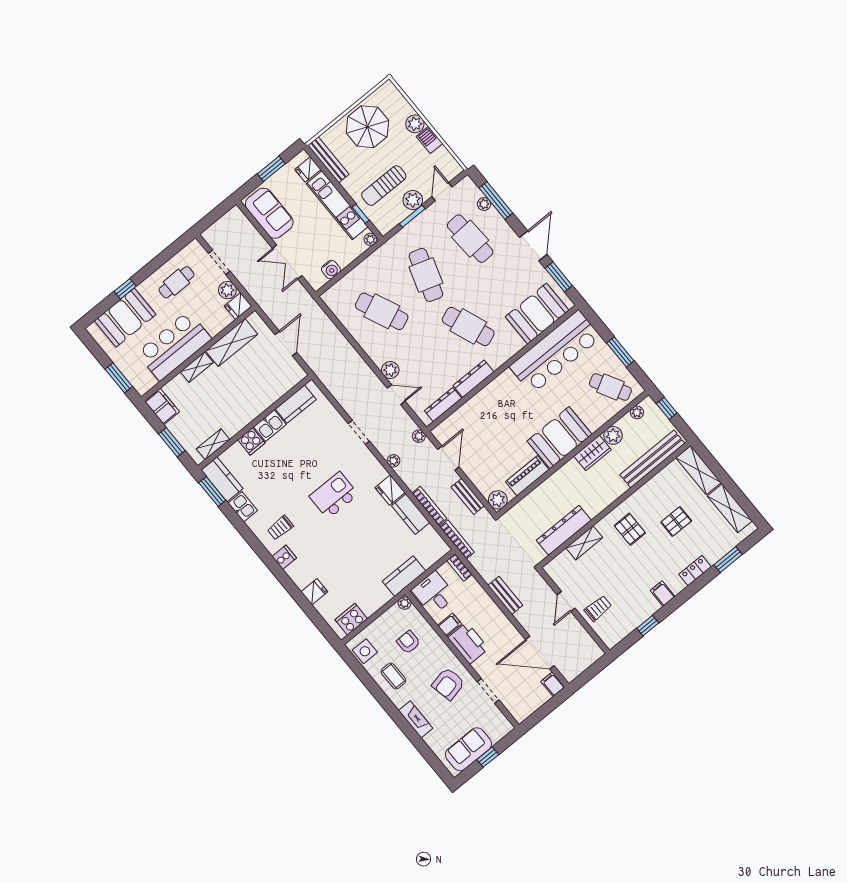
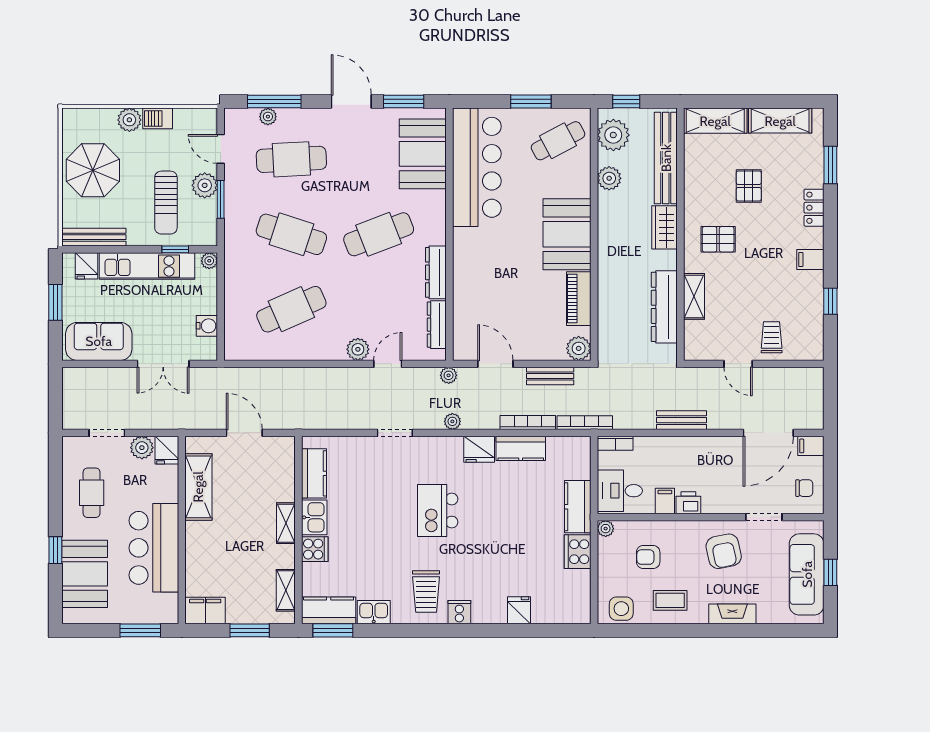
shelving: (197, 367) -> (286, 523), moved
plant: (637, 412) -> (613, 135), width x1.88, depth x1.88
wardrobe: (593, 453) -> (665, 227), moved, turned 180
trolley: (280, 528) -> (426, 592), width x1.36, depth x1.39
cooker: (351, 619) -> (578, 552), moved
printer: (468, 643) -> (688, 503), width x0.53, depth x0.68
chair: (525, 701) -> (804, 488), added
sofa: (469, 749) -> (807, 574), width x1.36

